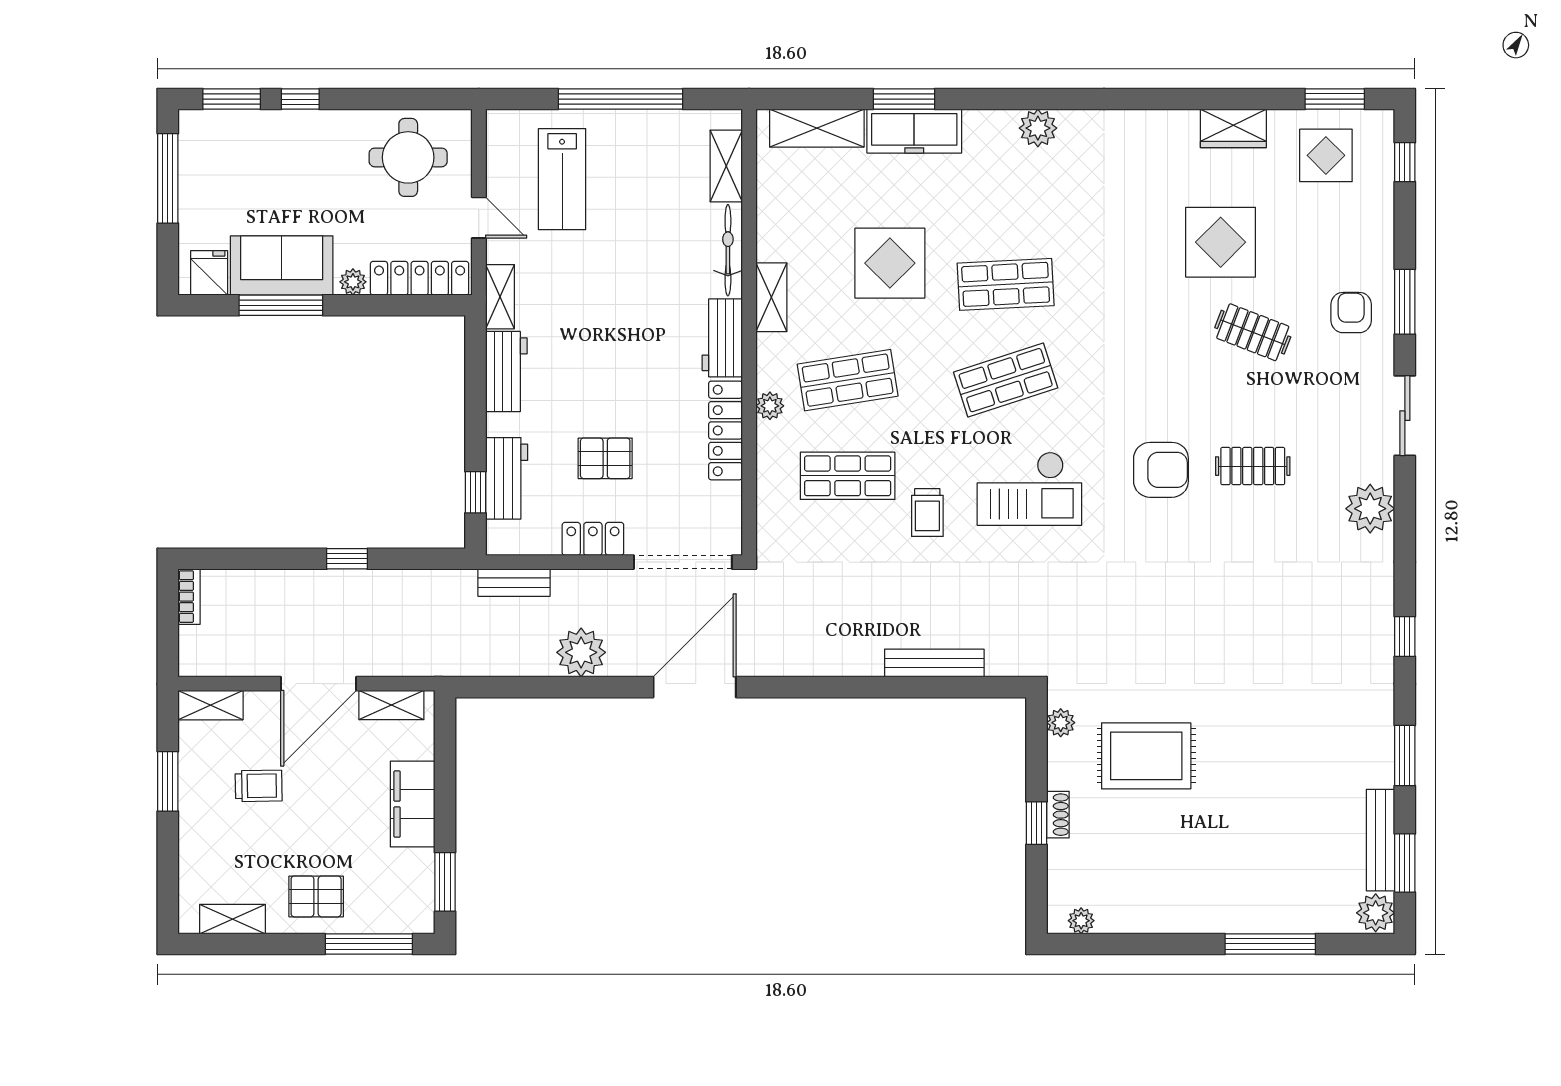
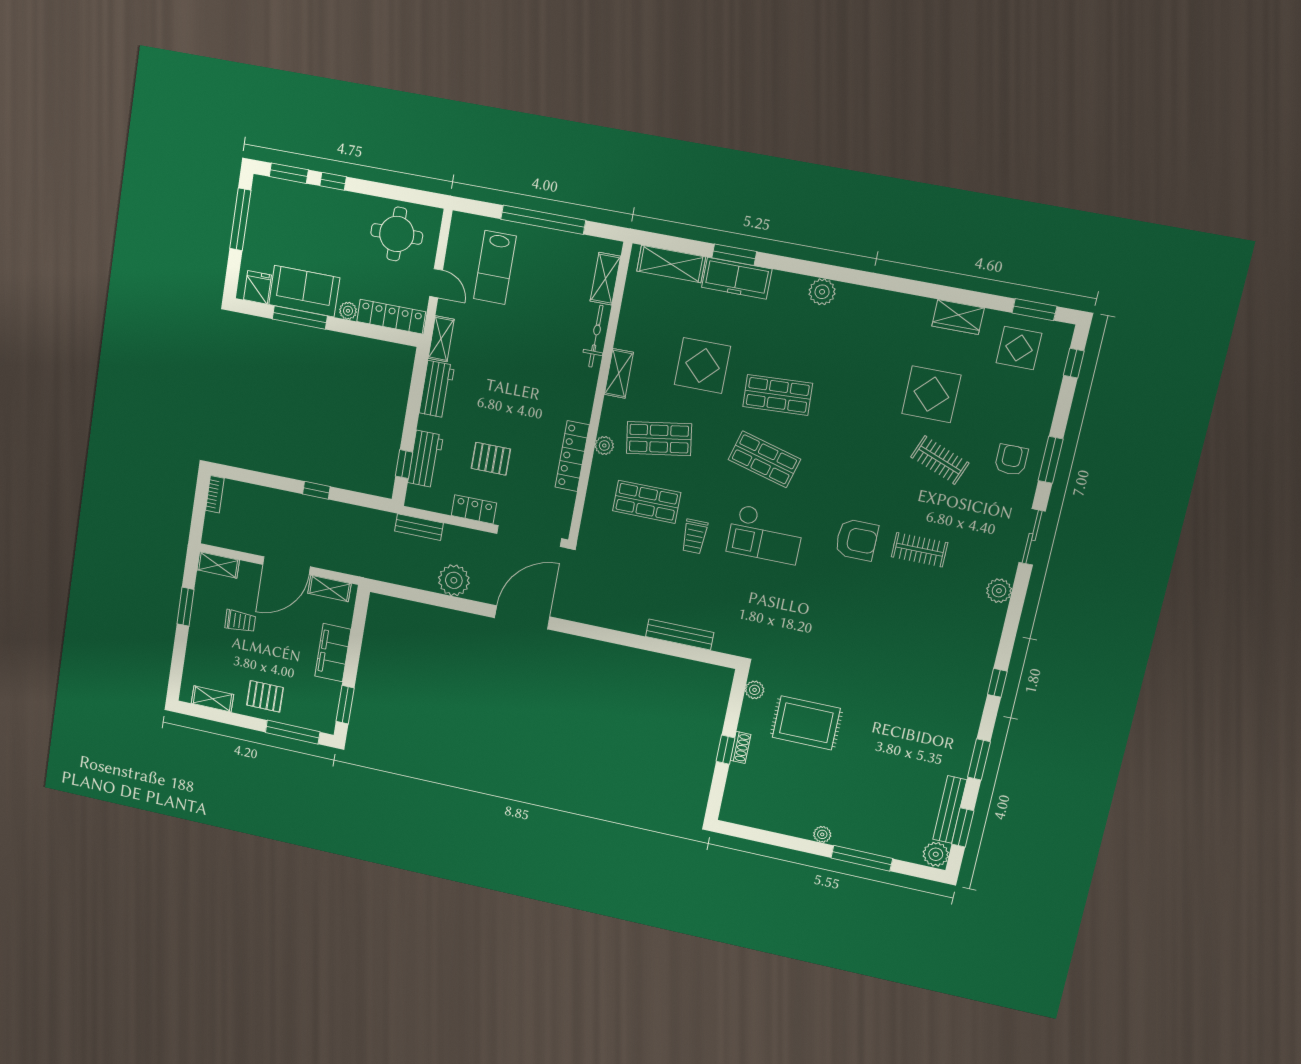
workbench: (722, 338) -> (581, 394), removed
shop shelf: (1006, 380) -> (764, 459), turned 33
plant: (1370, 509) -> (999, 591), width x0.73, depth x0.73
plant: (1081, 921) -> (822, 834), moved

